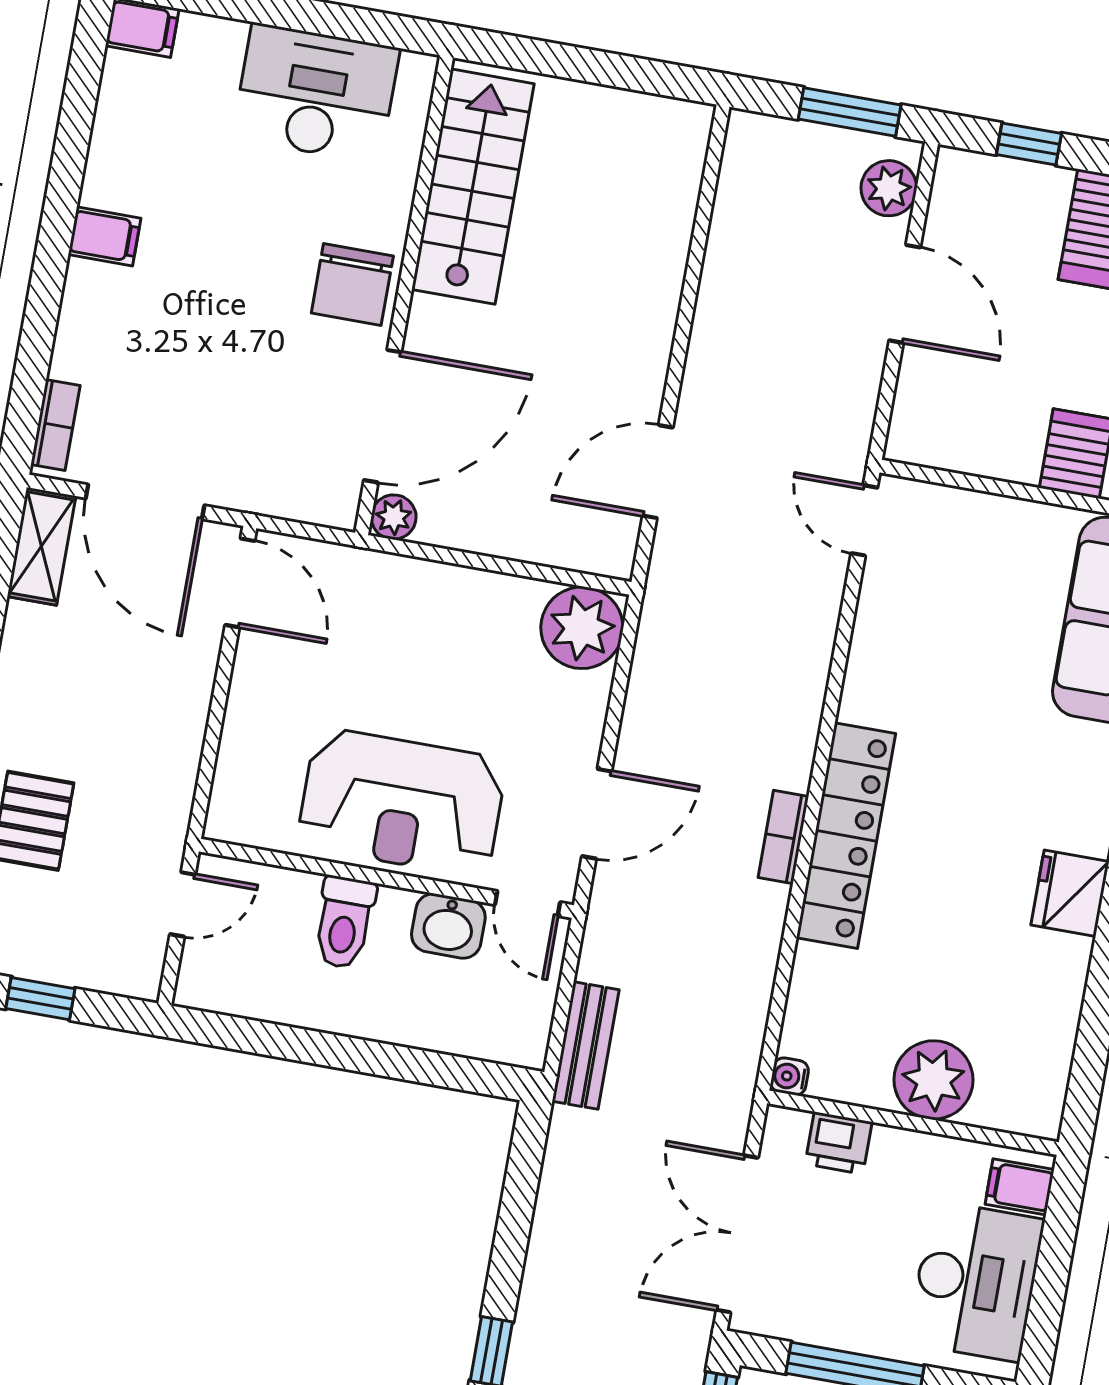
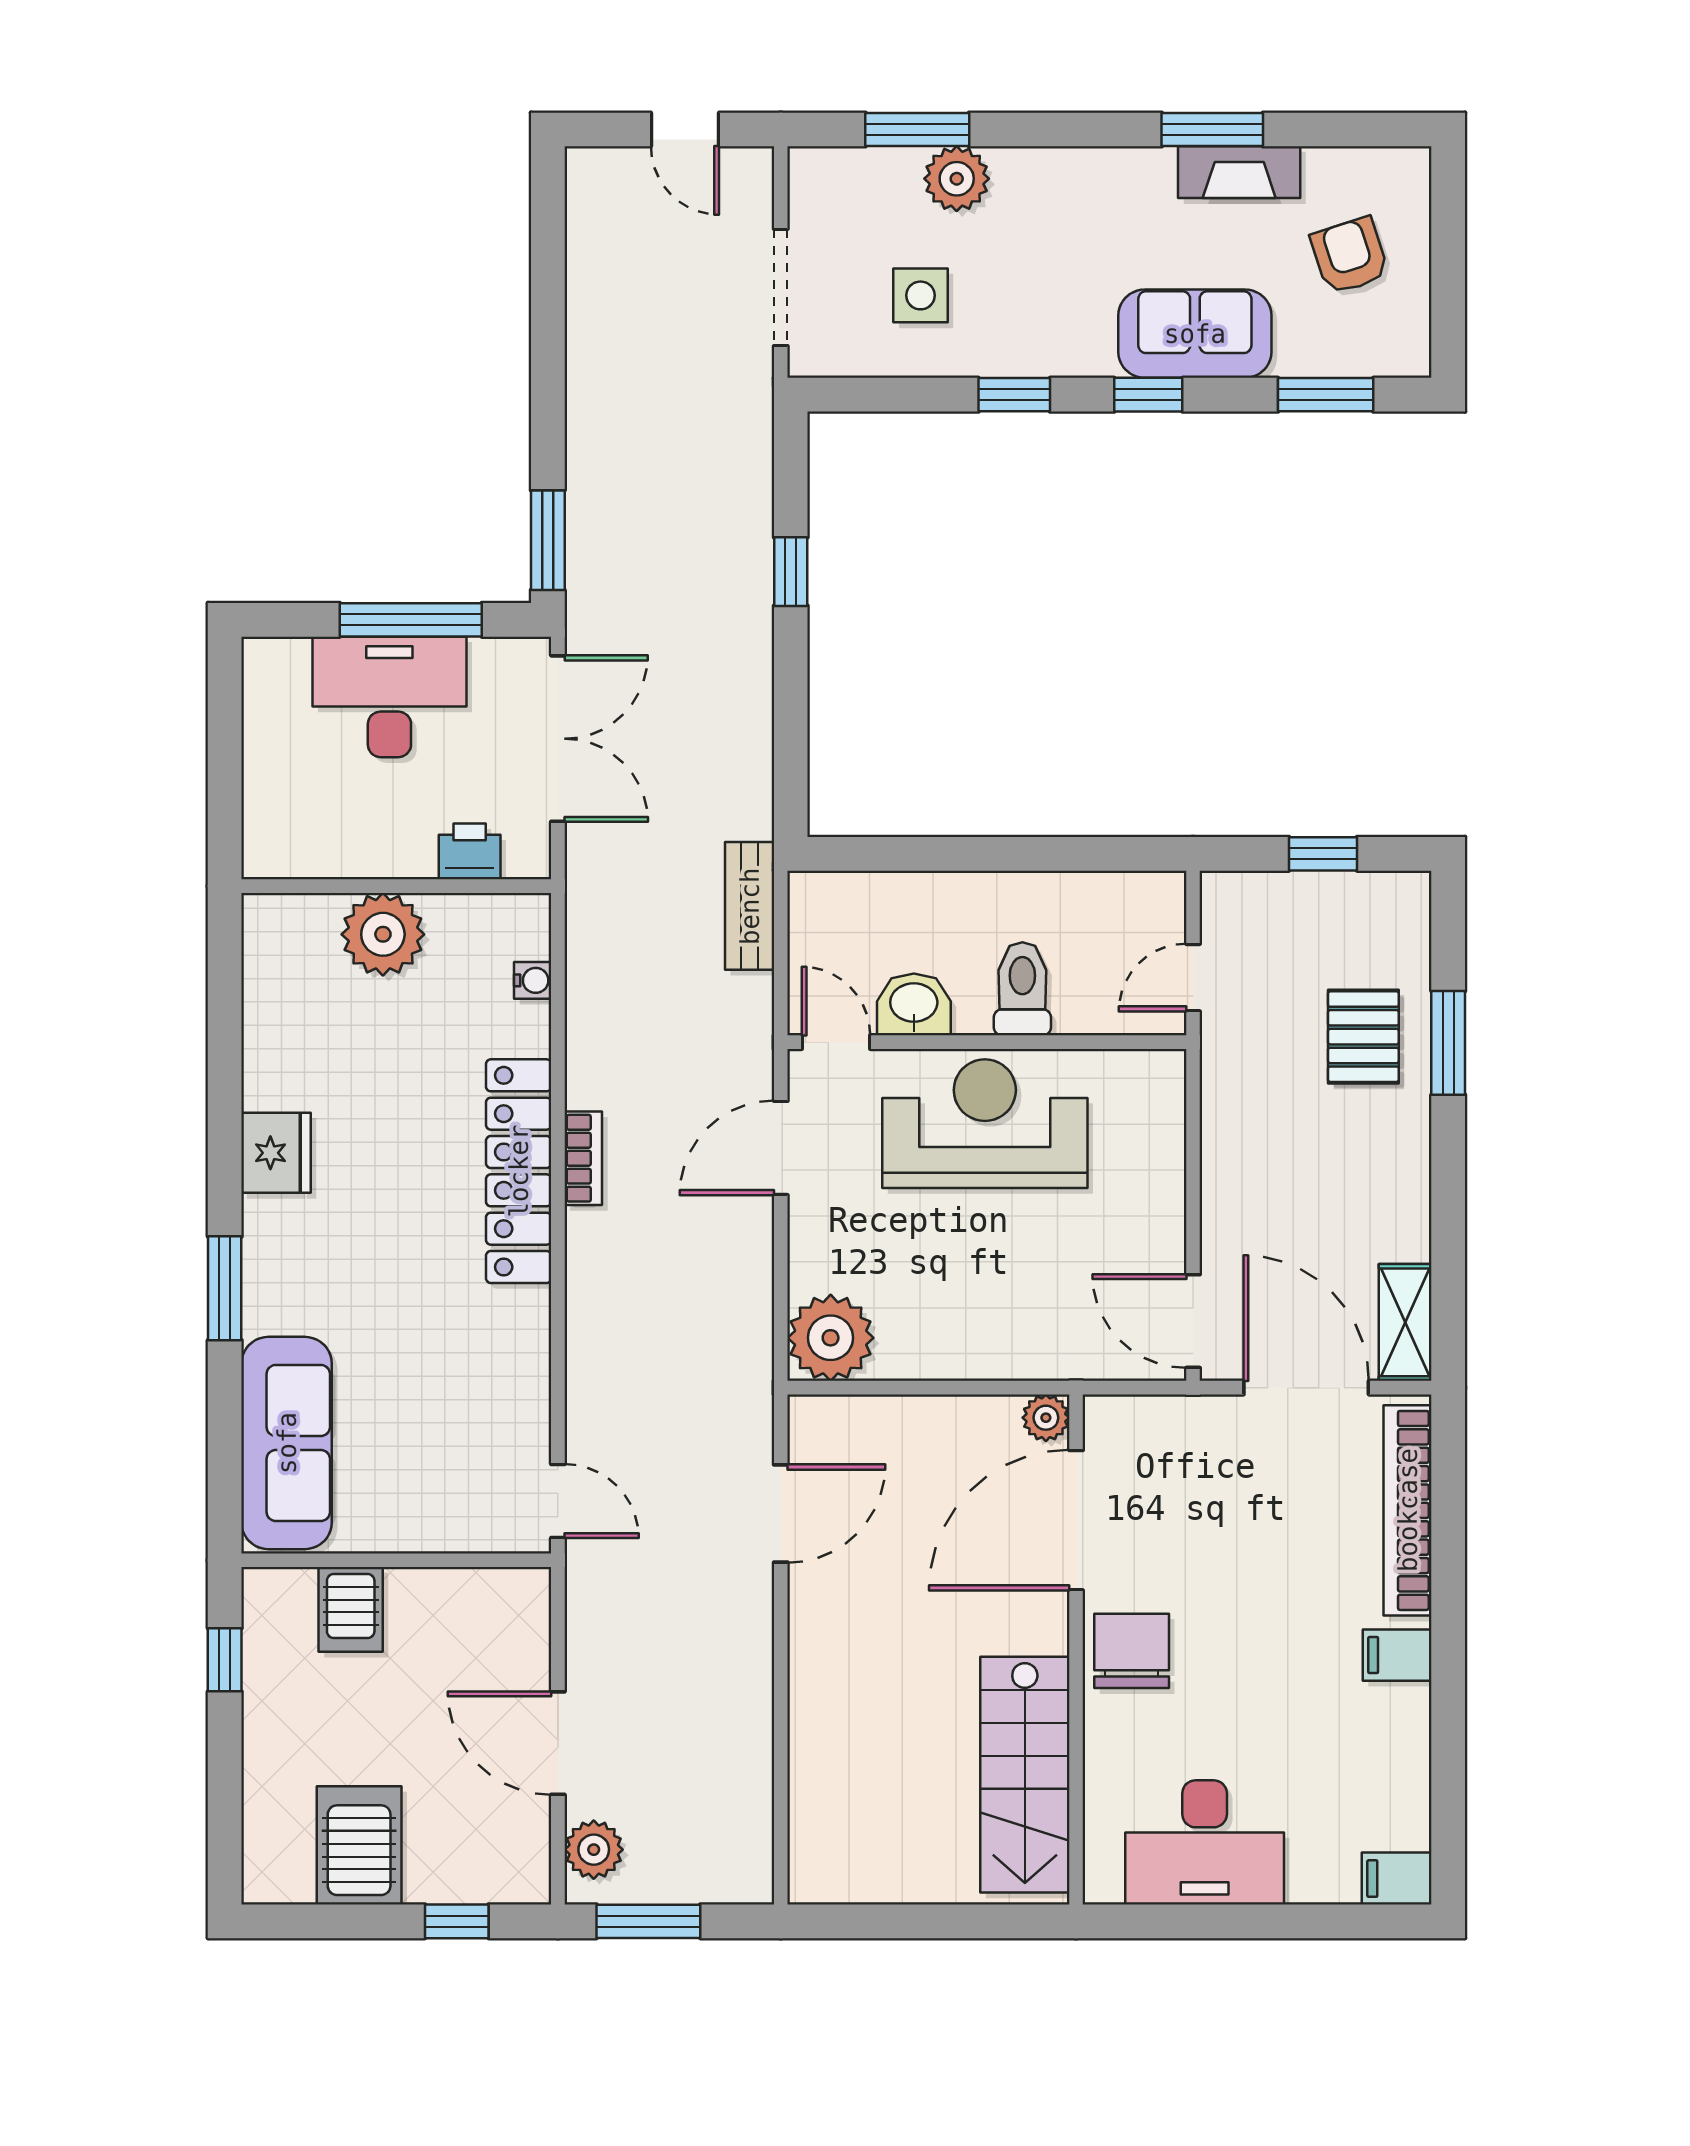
bookcase: (55, 425) -> (1408, 1510), width x2.31, depth x1.31
water cooler: (790, 1076) -> (533, 980), moved
filing cabinet: (1020, 1187) -> (274, 839), removed
desk: (976, 1281) -> (389, 697), moved, turned 90

